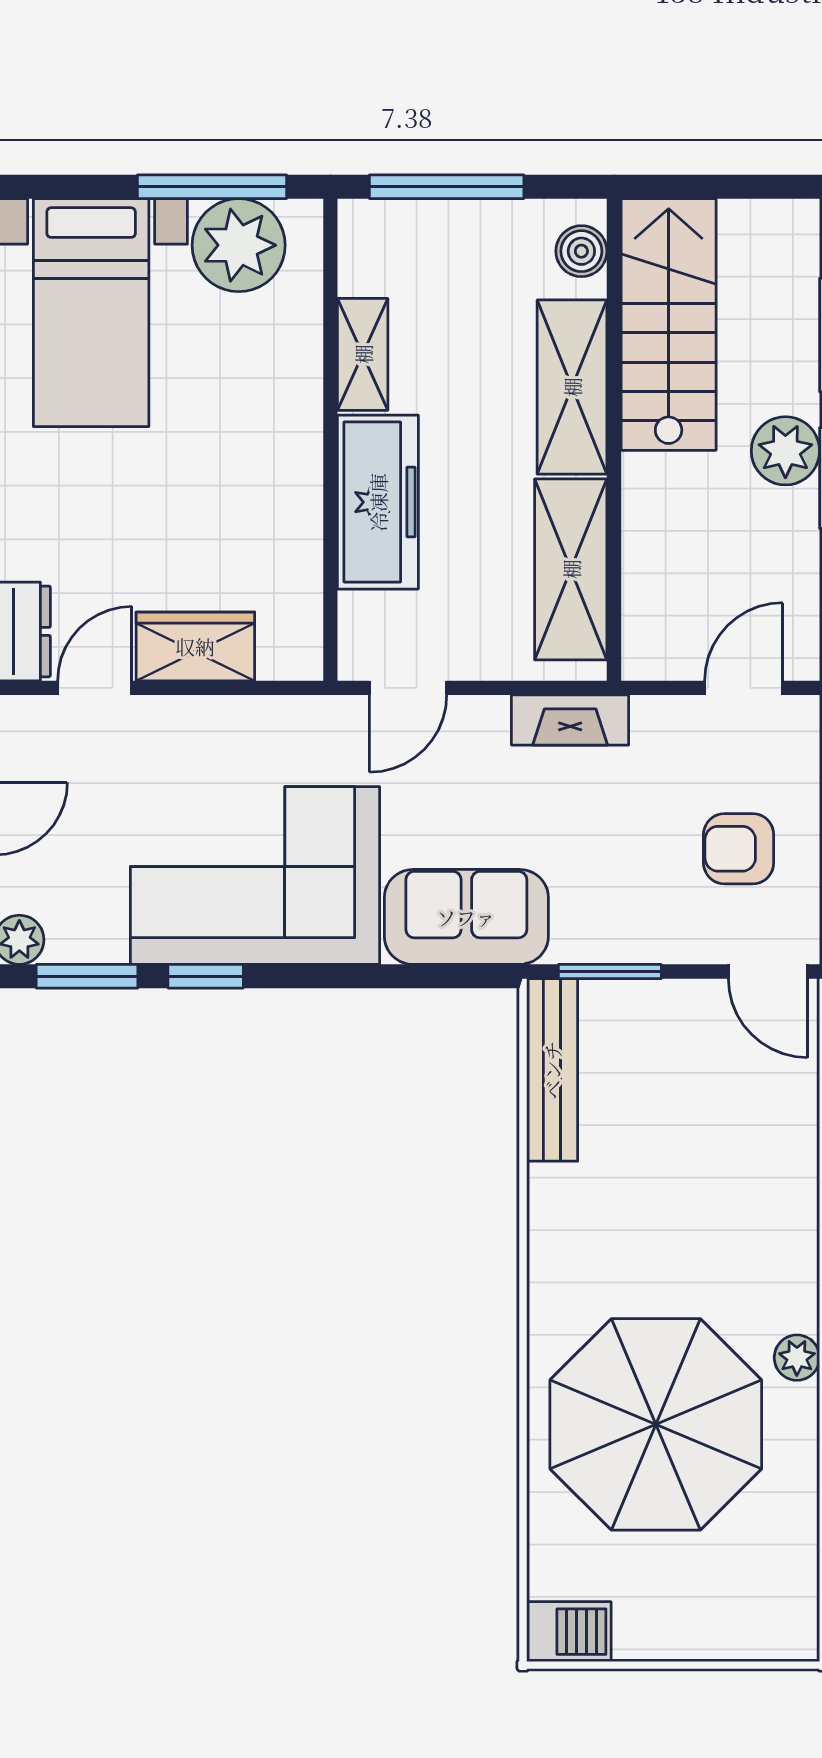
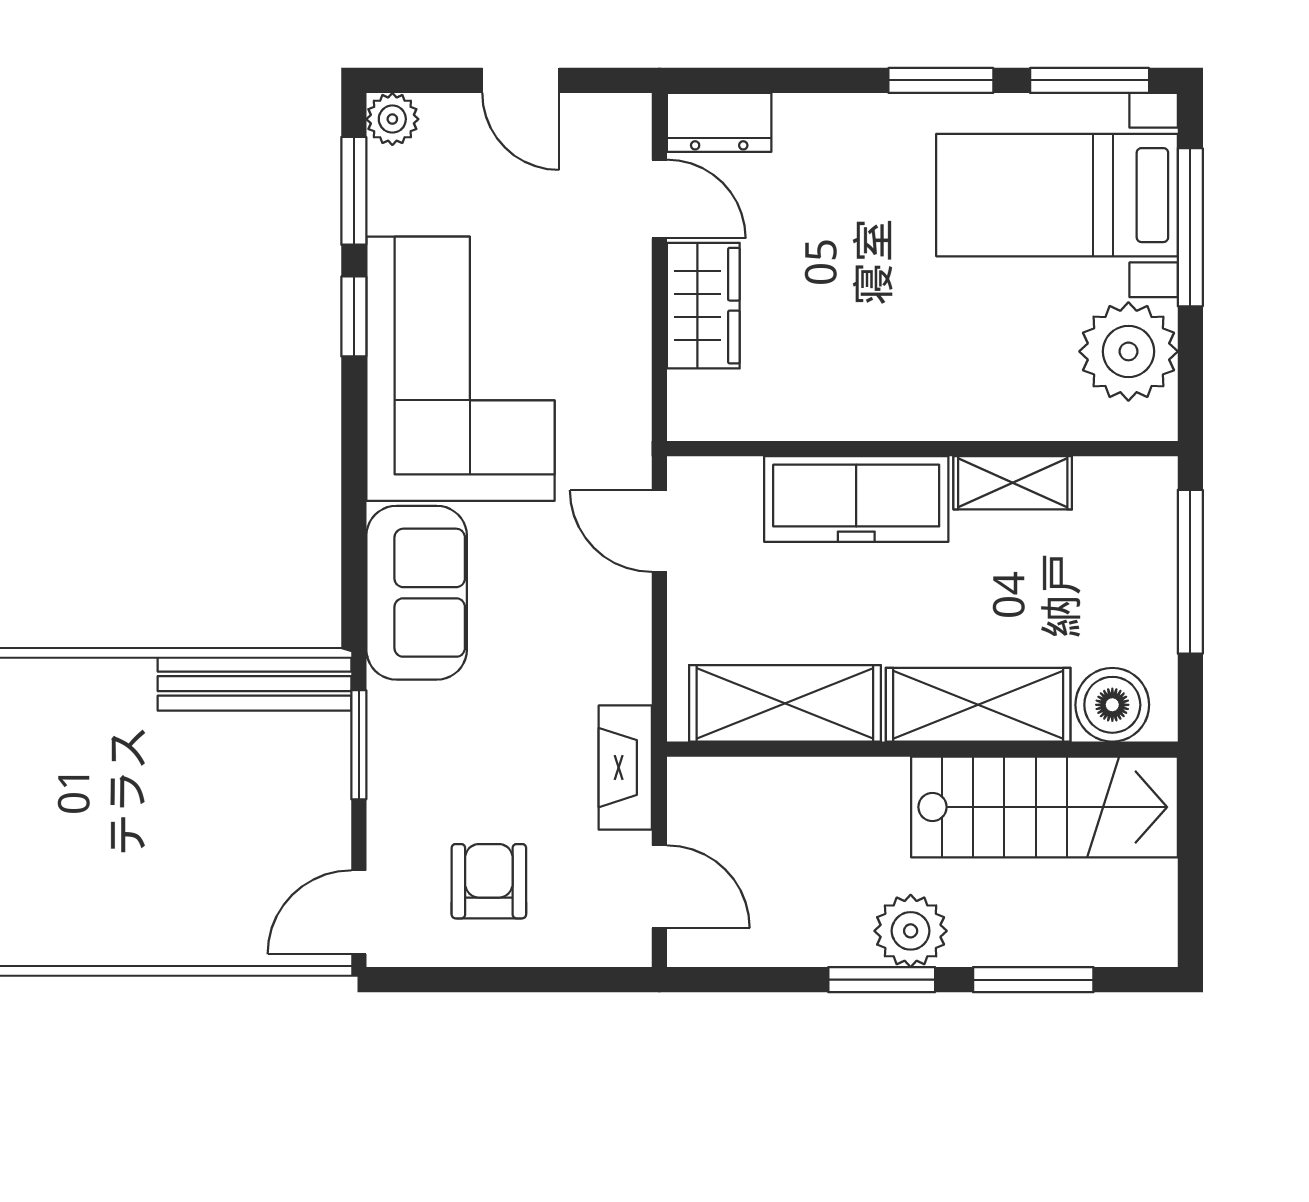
window: (212, 187) -> (1190, 227), moved
boiler: (581, 251) -> (1112, 705), width x1.36, depth x1.36
fireplace: (570, 720) -> (625, 768), moved

